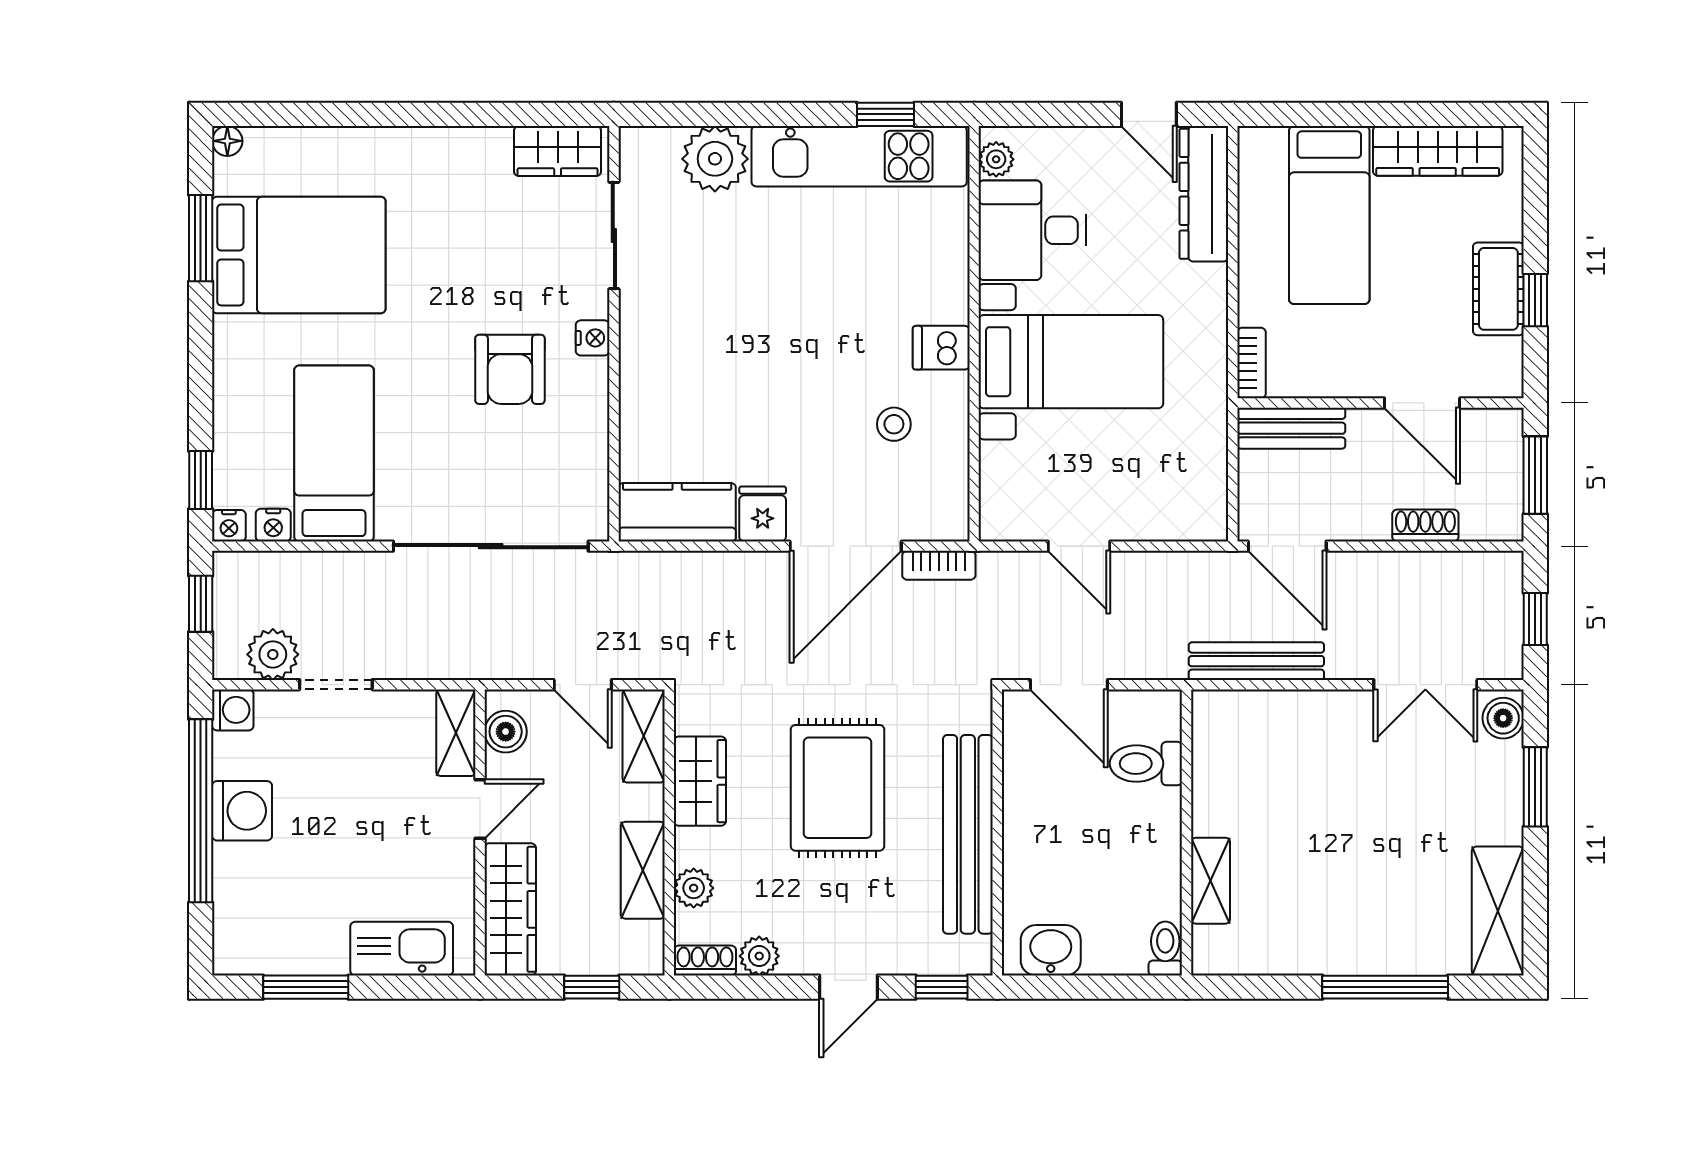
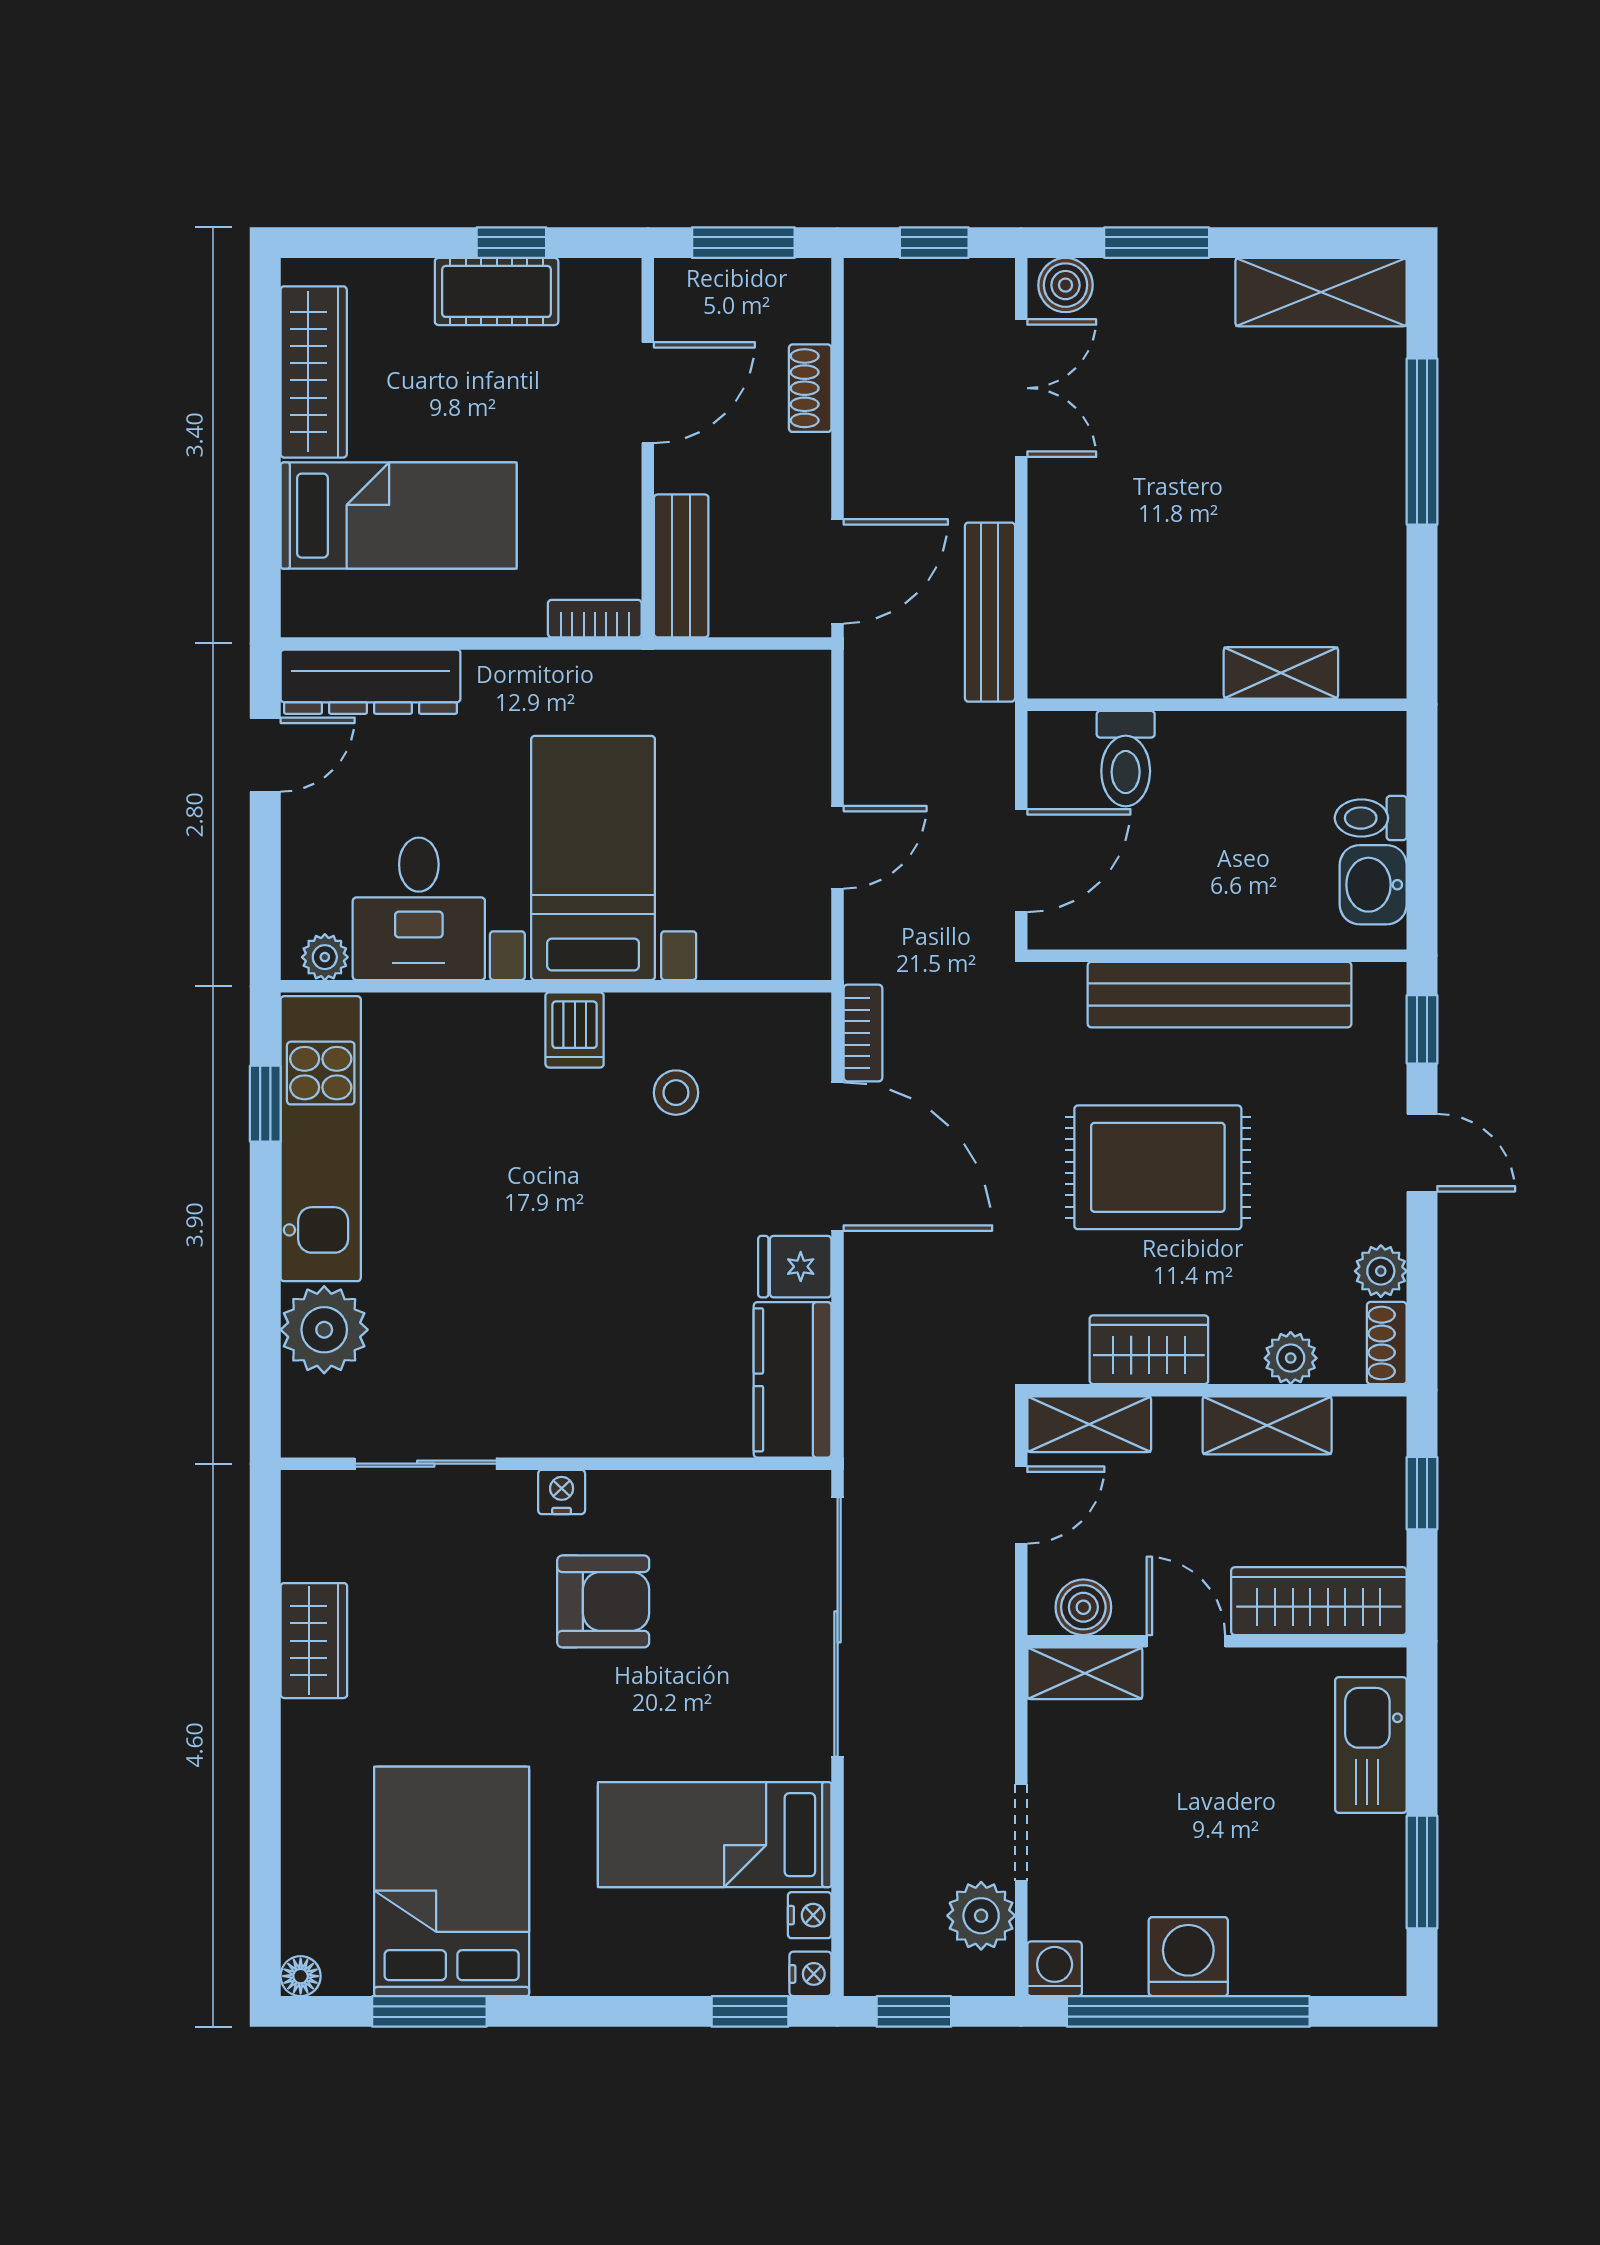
wardrobe: (558, 151) -> (314, 1641), moved
toilet: (1165, 948) -> (1371, 818), moved

